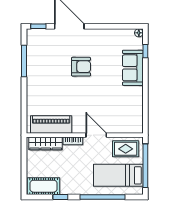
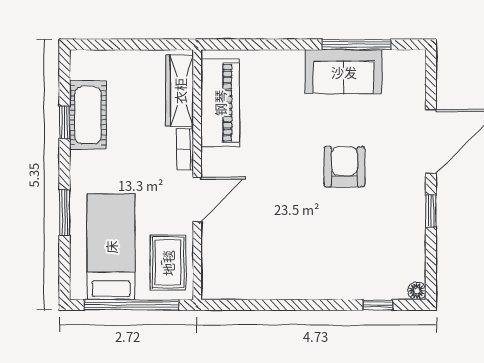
window: (38, 26) -> (431, 211), moved
armchair: (81, 67) -> (344, 167), turned 180
sofa: (133, 68) -> (344, 72), moved, turned 180
cot: (44, 186) -> (88, 115), moved
window: (102, 197) -> (64, 213), width x0.47

